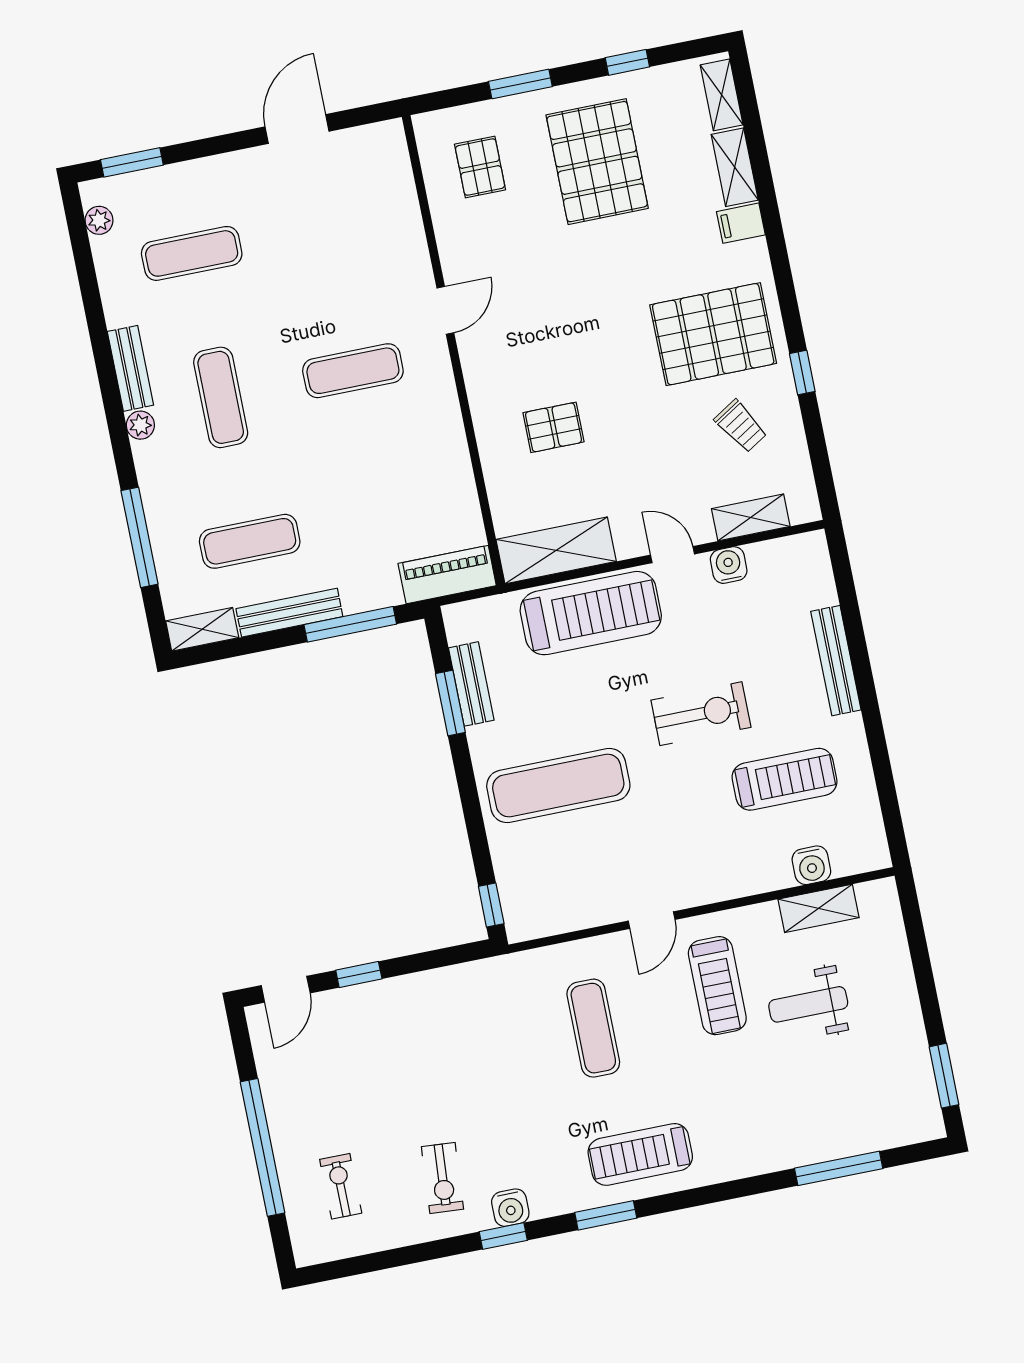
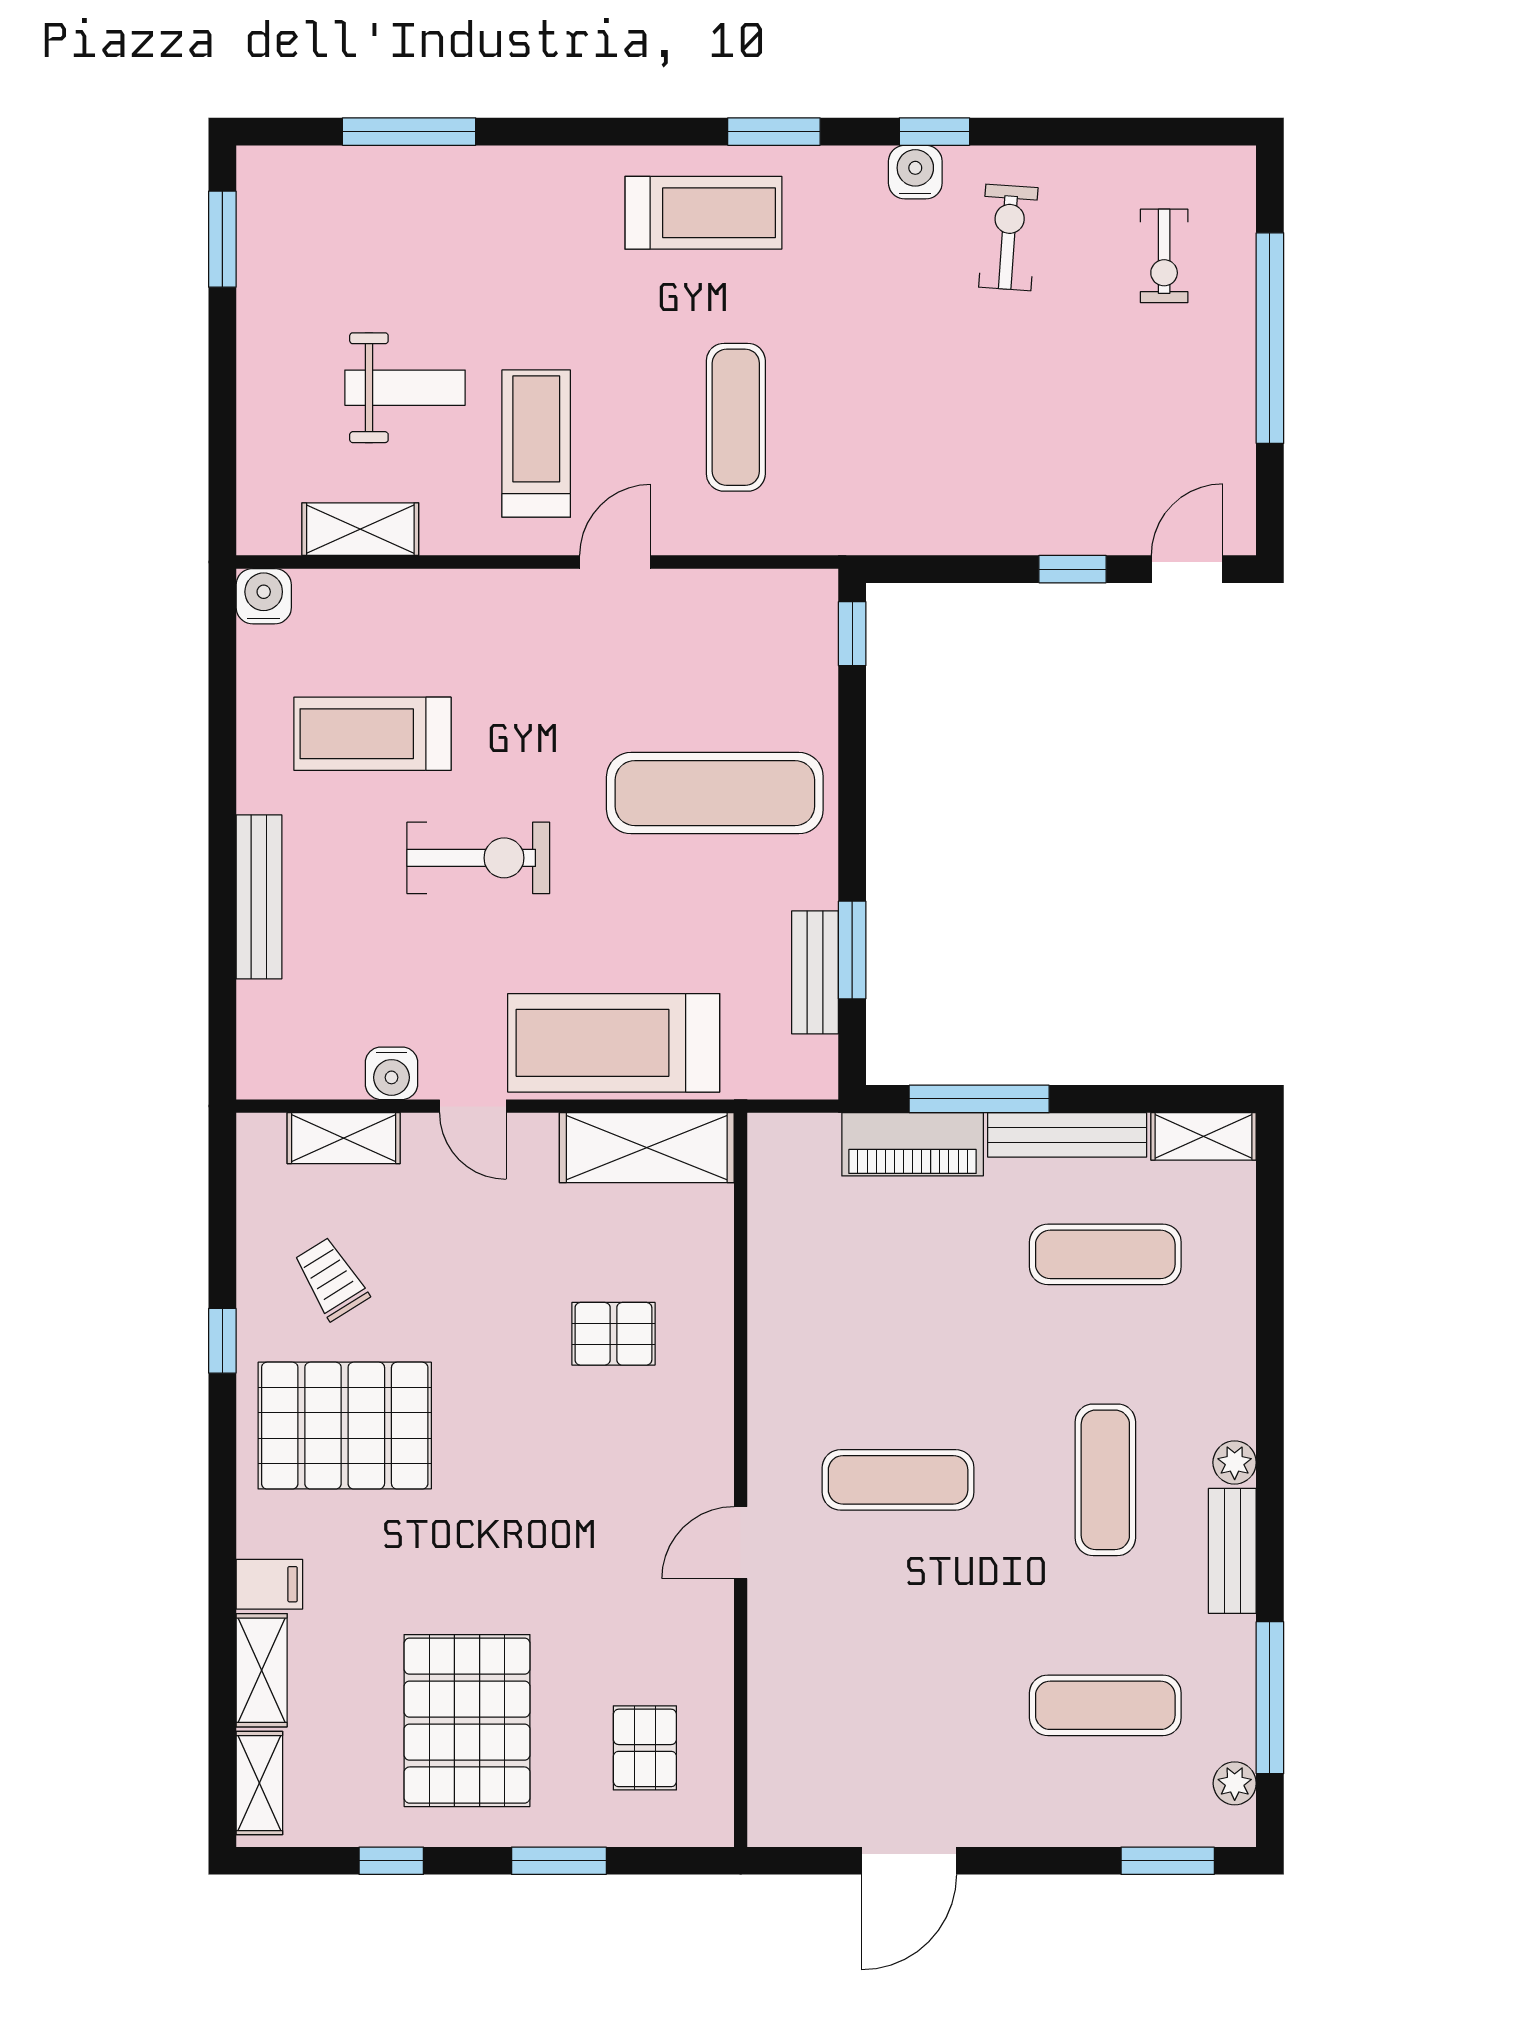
window: (140, 537) -> (1270, 1698), moved
piano: (447, 575) -> (913, 1144), moved
exercise bike: (701, 714) -> (478, 858), turned 180
water cooler: (811, 865) -> (264, 596), moved

